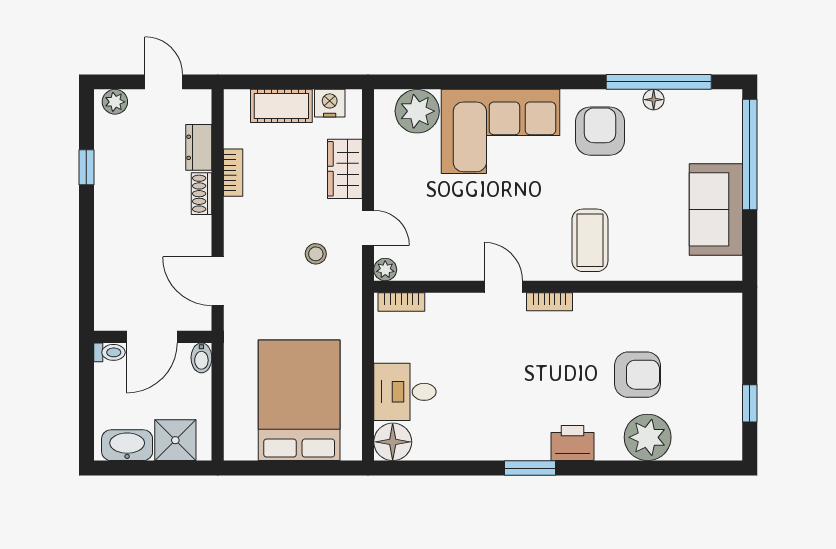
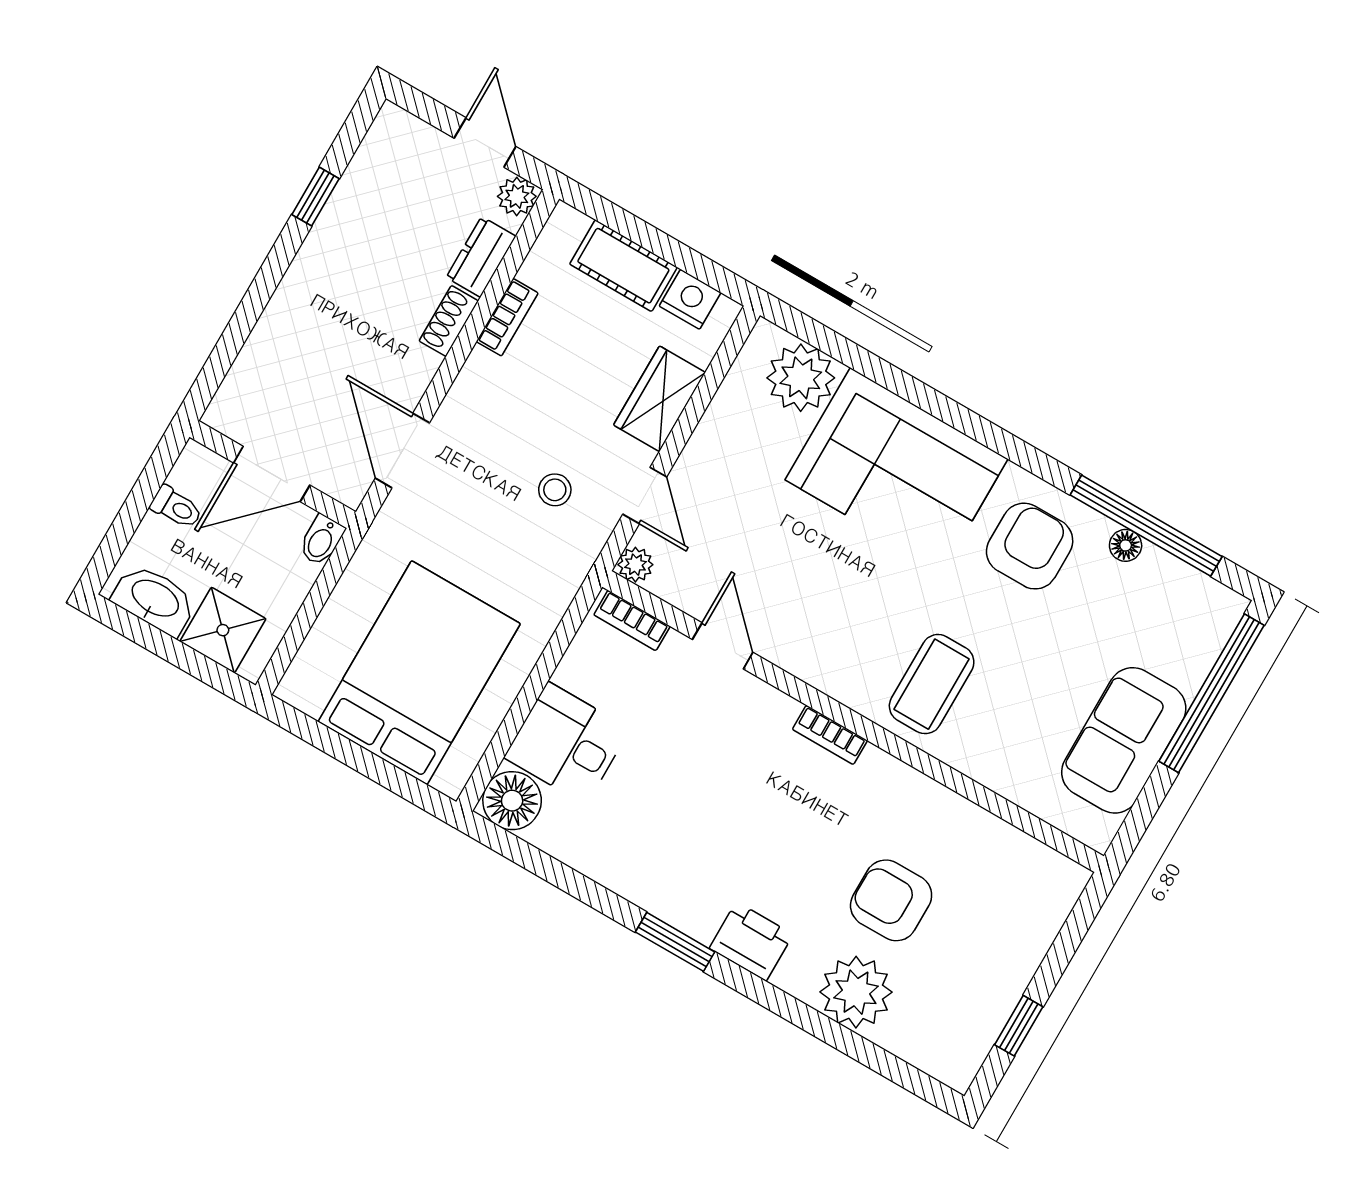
plant: (115, 102) -> (517, 196), moved
door: (504, 287) -> (723, 646), moved
toilet: (109, 352) -> (176, 507), moved
armchair: (637, 375) -> (891, 900), turned 180

